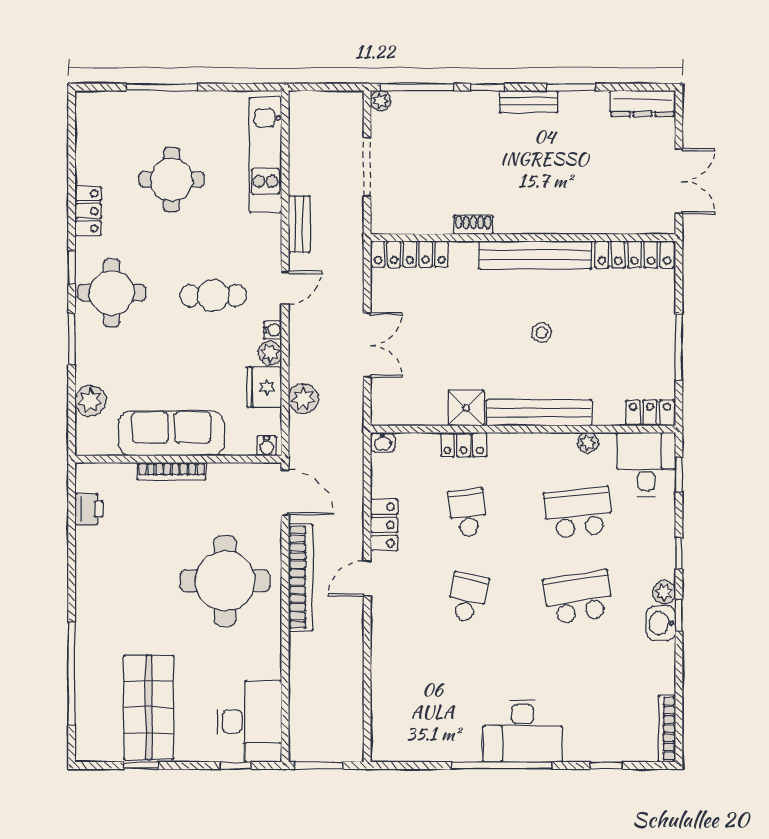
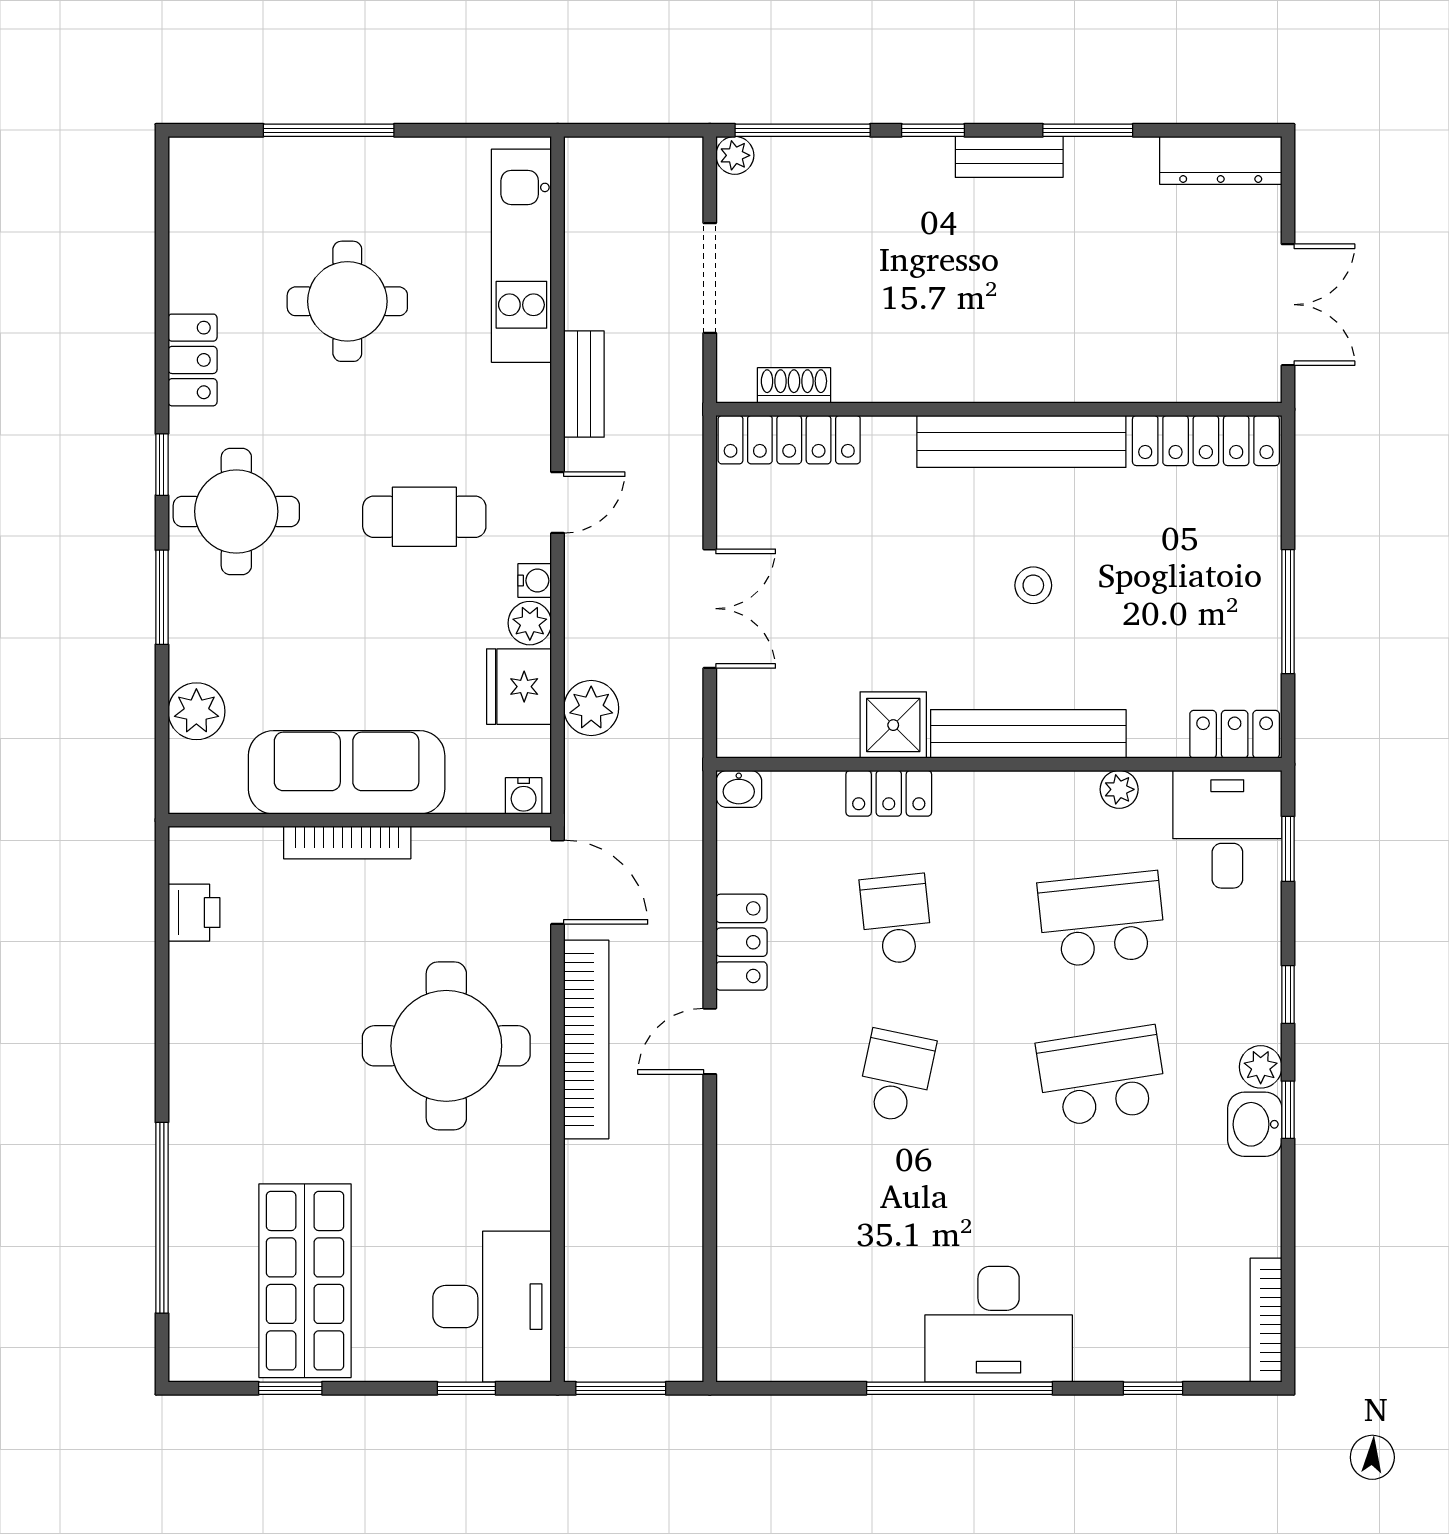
shoe rack: (473, 225) -> (794, 385), moved

